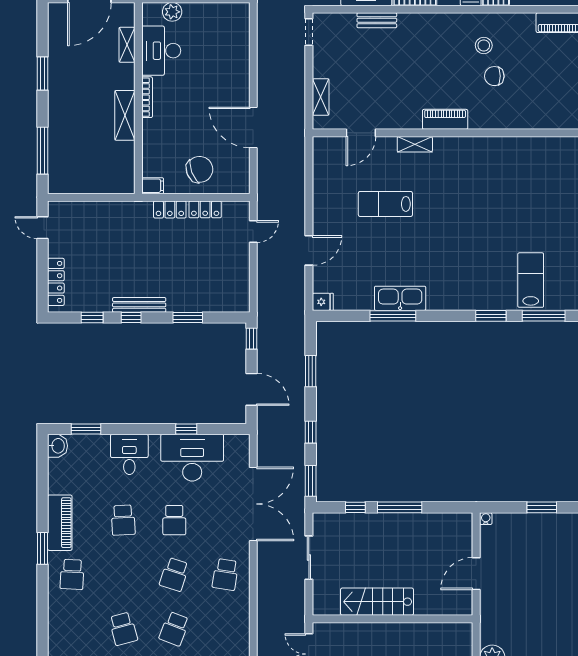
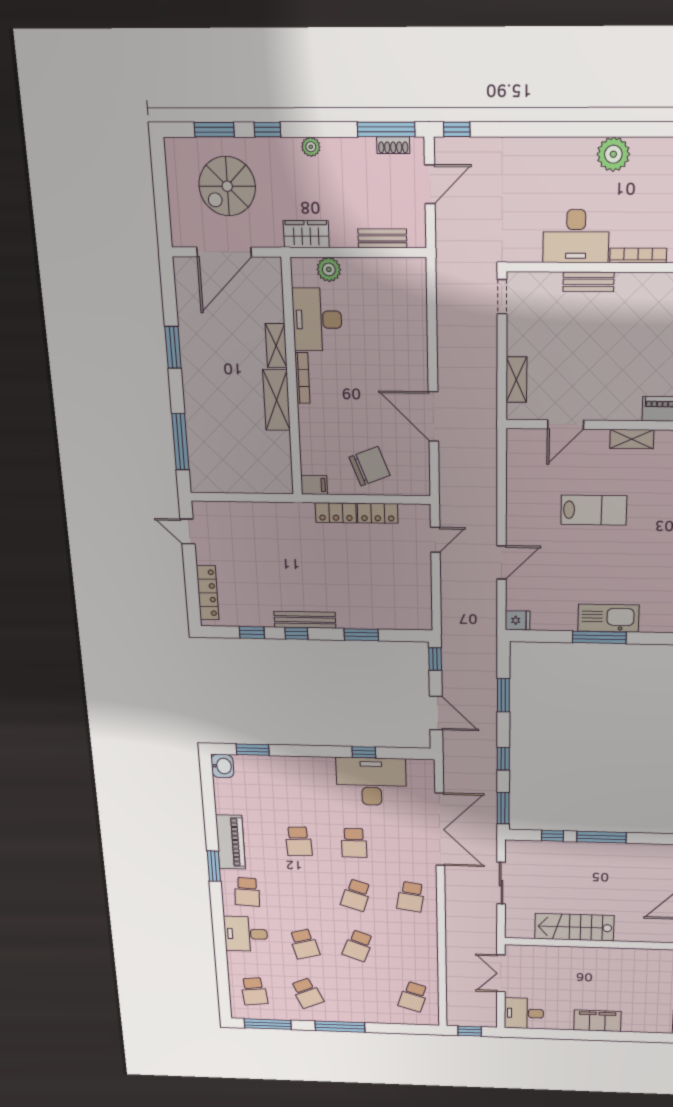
shelving: (127, 45) -> (276, 346), moved
lab bench: (385, 204) -> (594, 510), turned 180
desk: (129, 454) -> (246, 934), moved, turned -90

